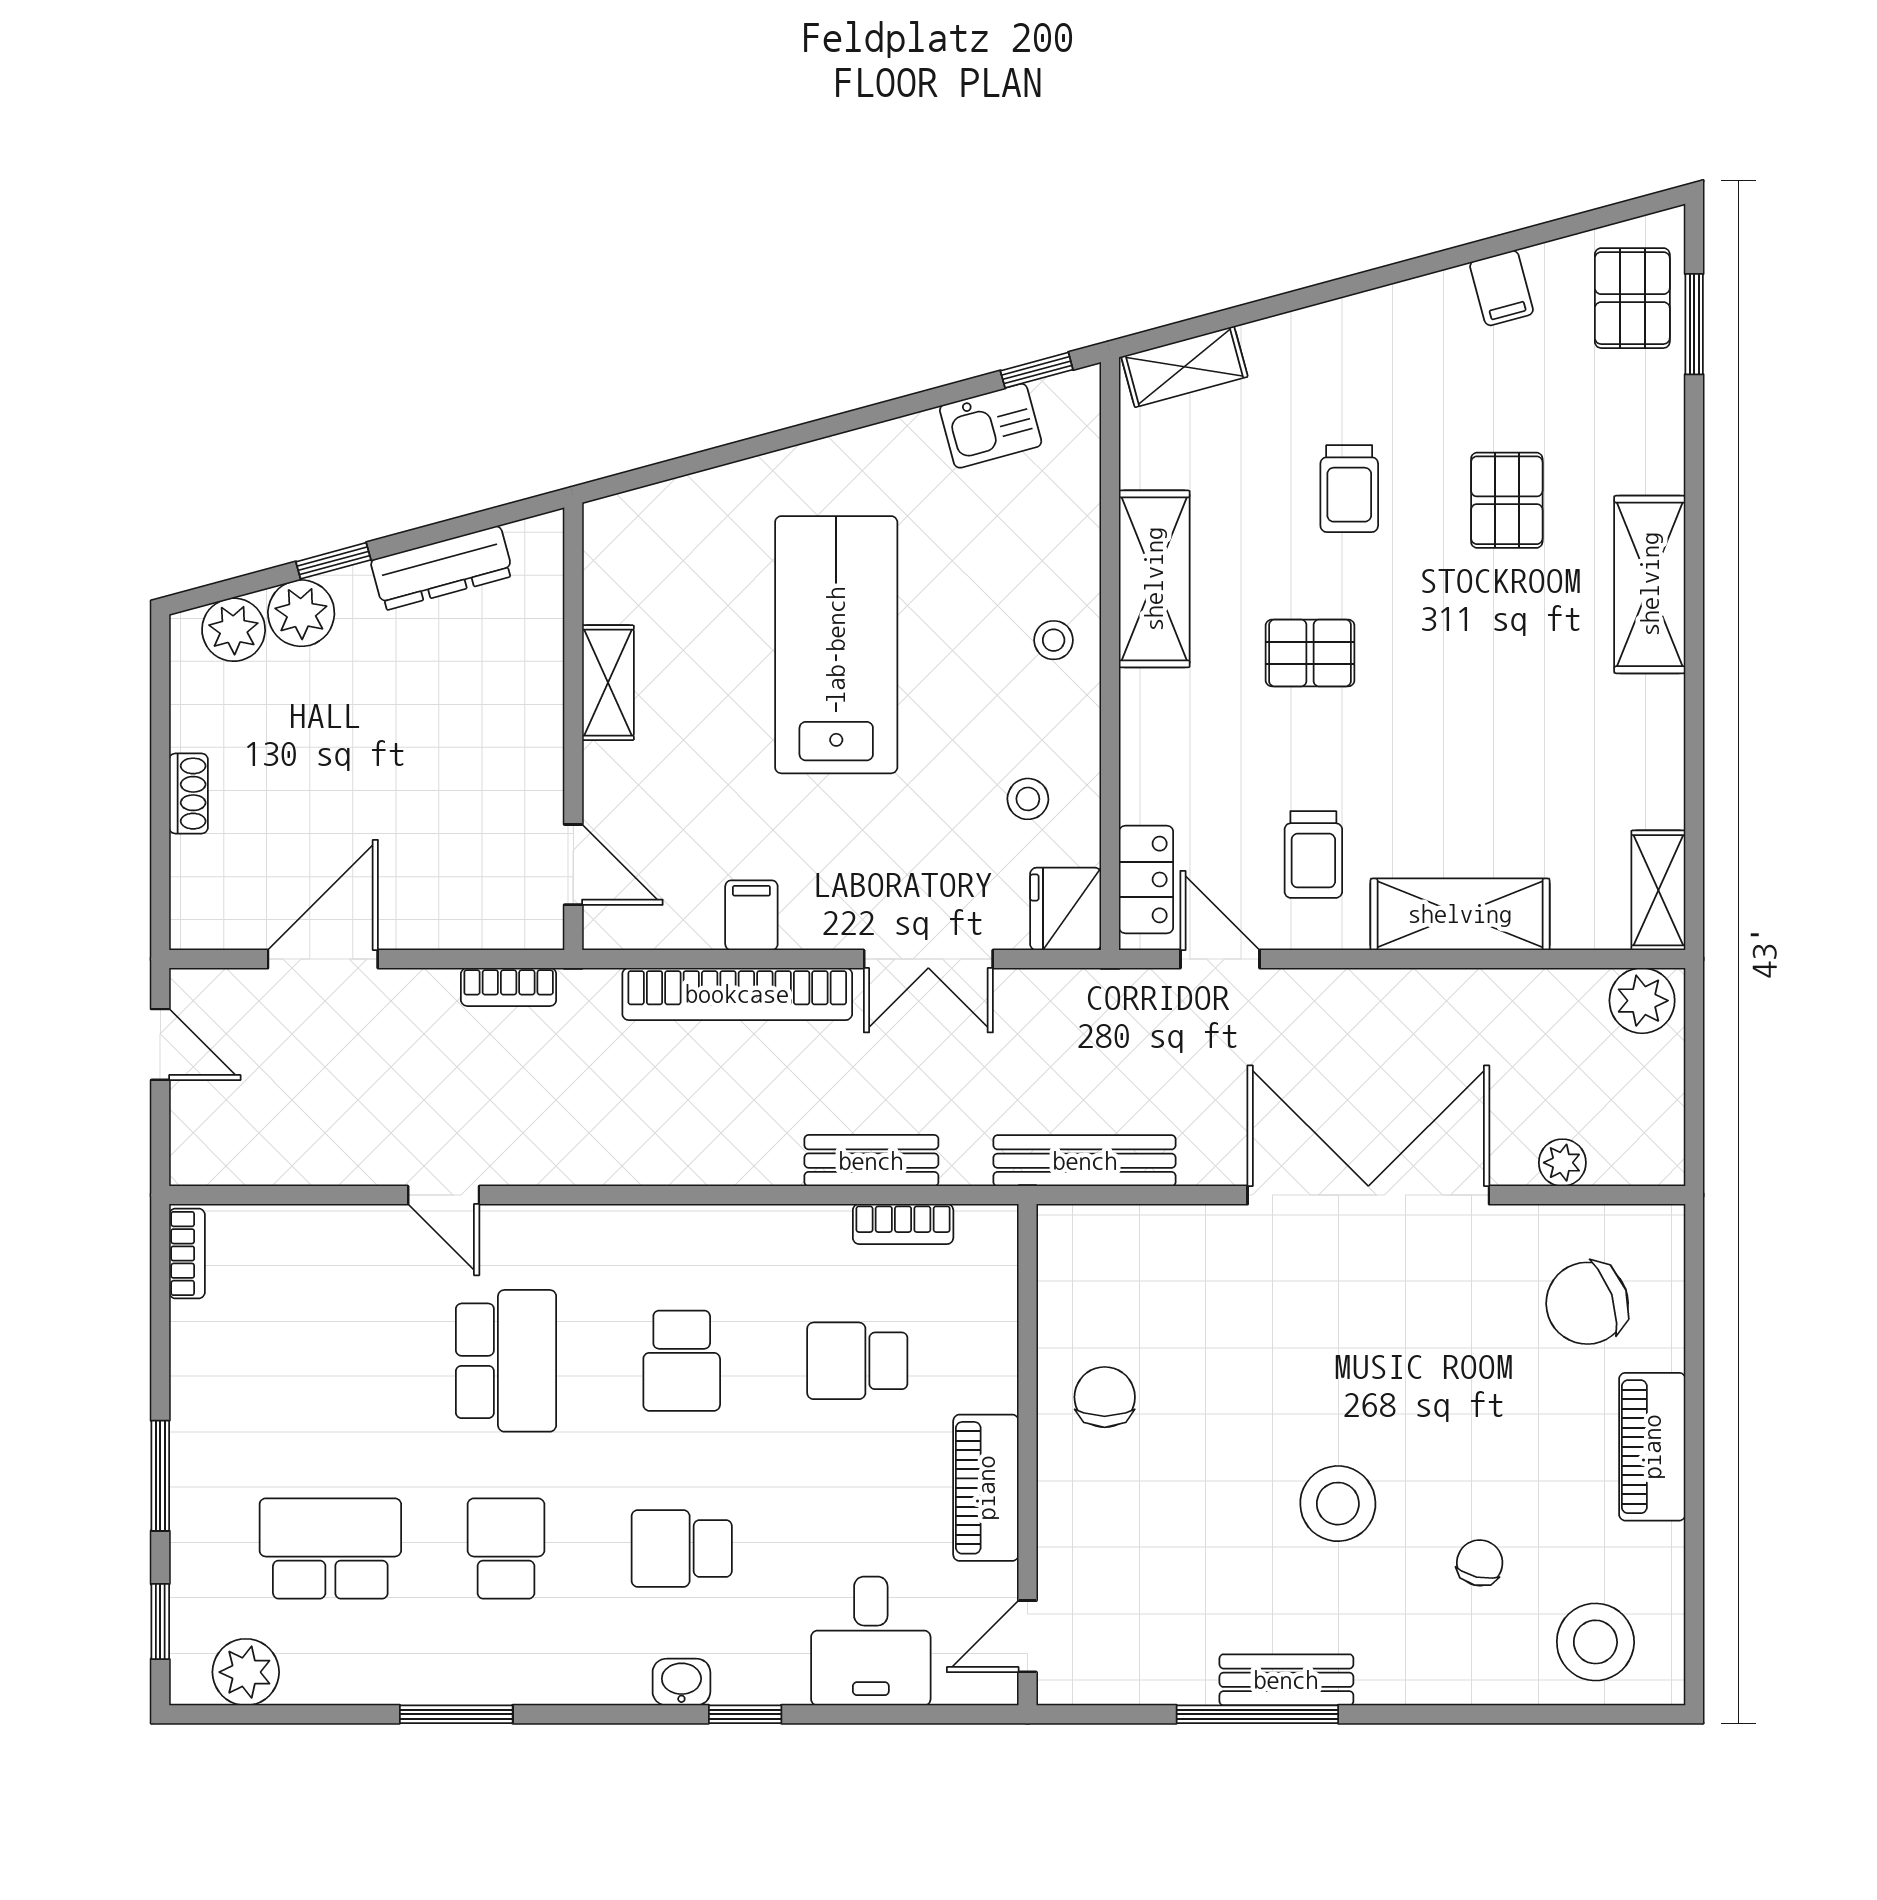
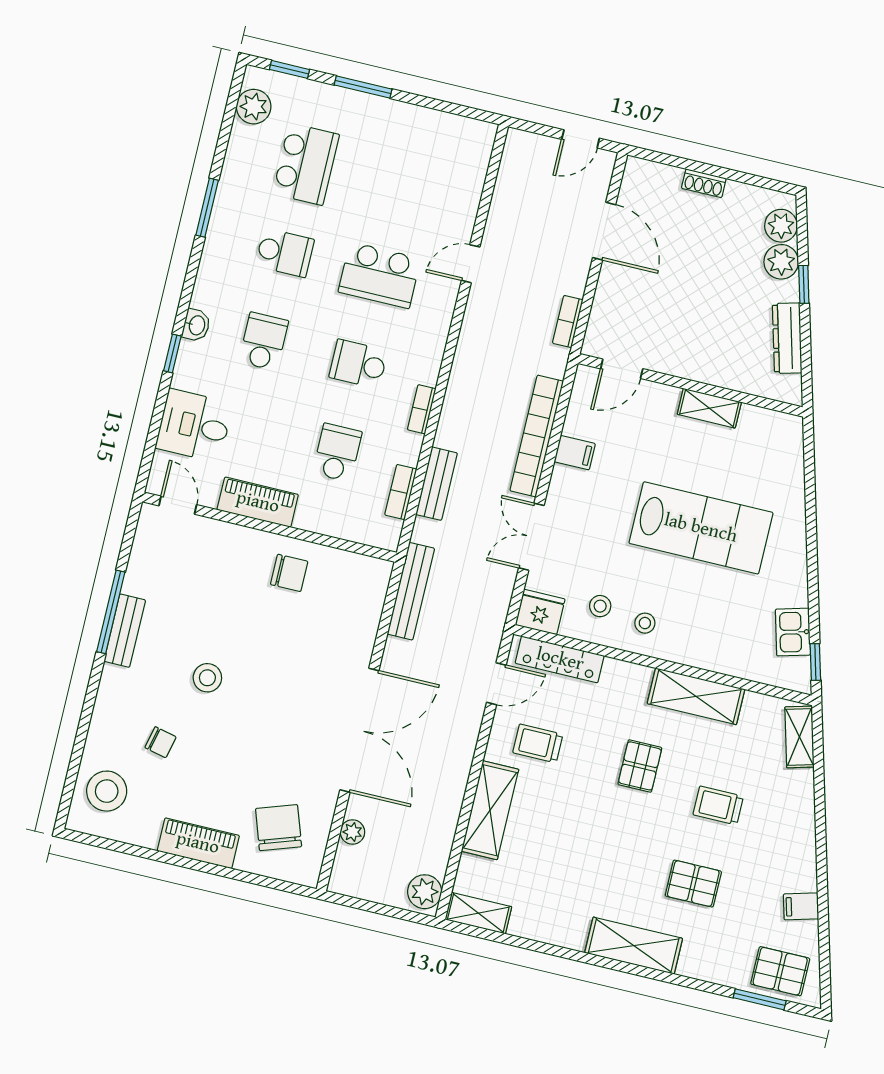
stool: (1054, 640) -> (645, 623), moved
locker: (1146, 879) -> (560, 659), width x1.53
bookcase: (187, 1253) -> (422, 409), moved, turned 90
stool: (1338, 1504) -> (207, 678), width x0.73, depth x0.73

